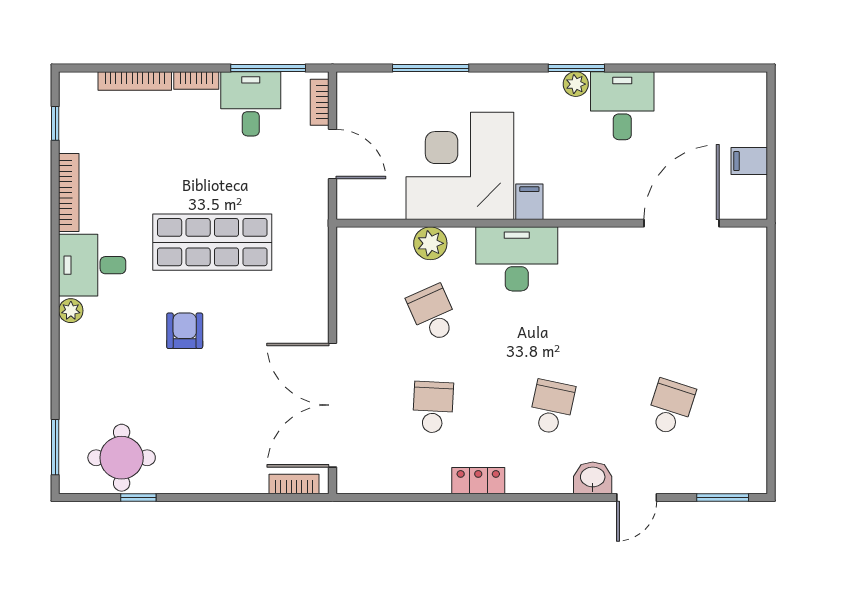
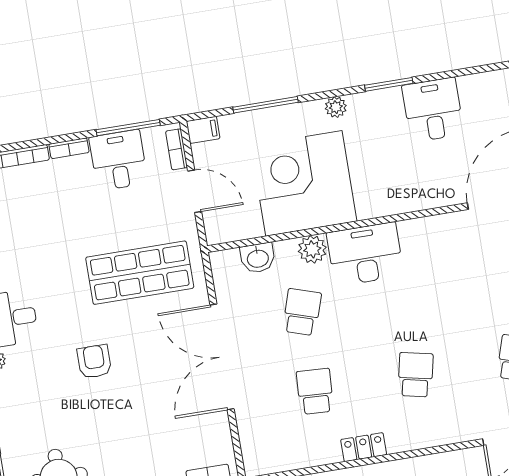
plant: (576, 84) -> (336, 107), moved
filing cabinet: (529, 202) -> (203, 130), moved, turned 90
shop shelf: (212, 242) -> (140, 273), moved
plant: (430, 243) -> (312, 249), moved
school desk: (433, 313) -> (302, 312), turned 42
double door: (333, 405) -> (222, 357), moved
washbasin: (593, 478) -> (258, 258), moved, turned 180

